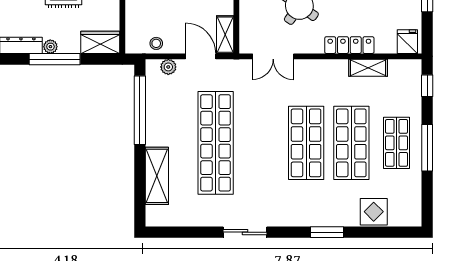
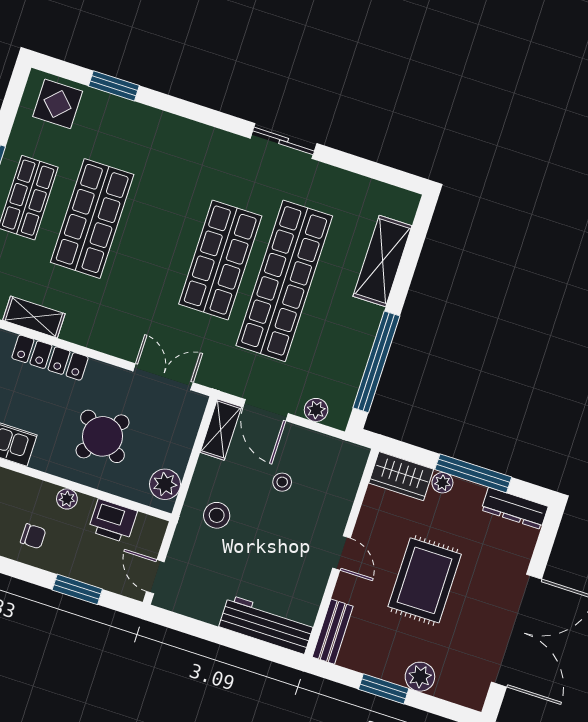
stool: (156, 43) -> (282, 482), moved
plant: (50, 47) -> (442, 483), moved
shop shelf: (306, 143) -> (220, 260), moved
display table: (374, 212) -> (58, 104), moved
window: (327, 232) -> (114, 86), moved

